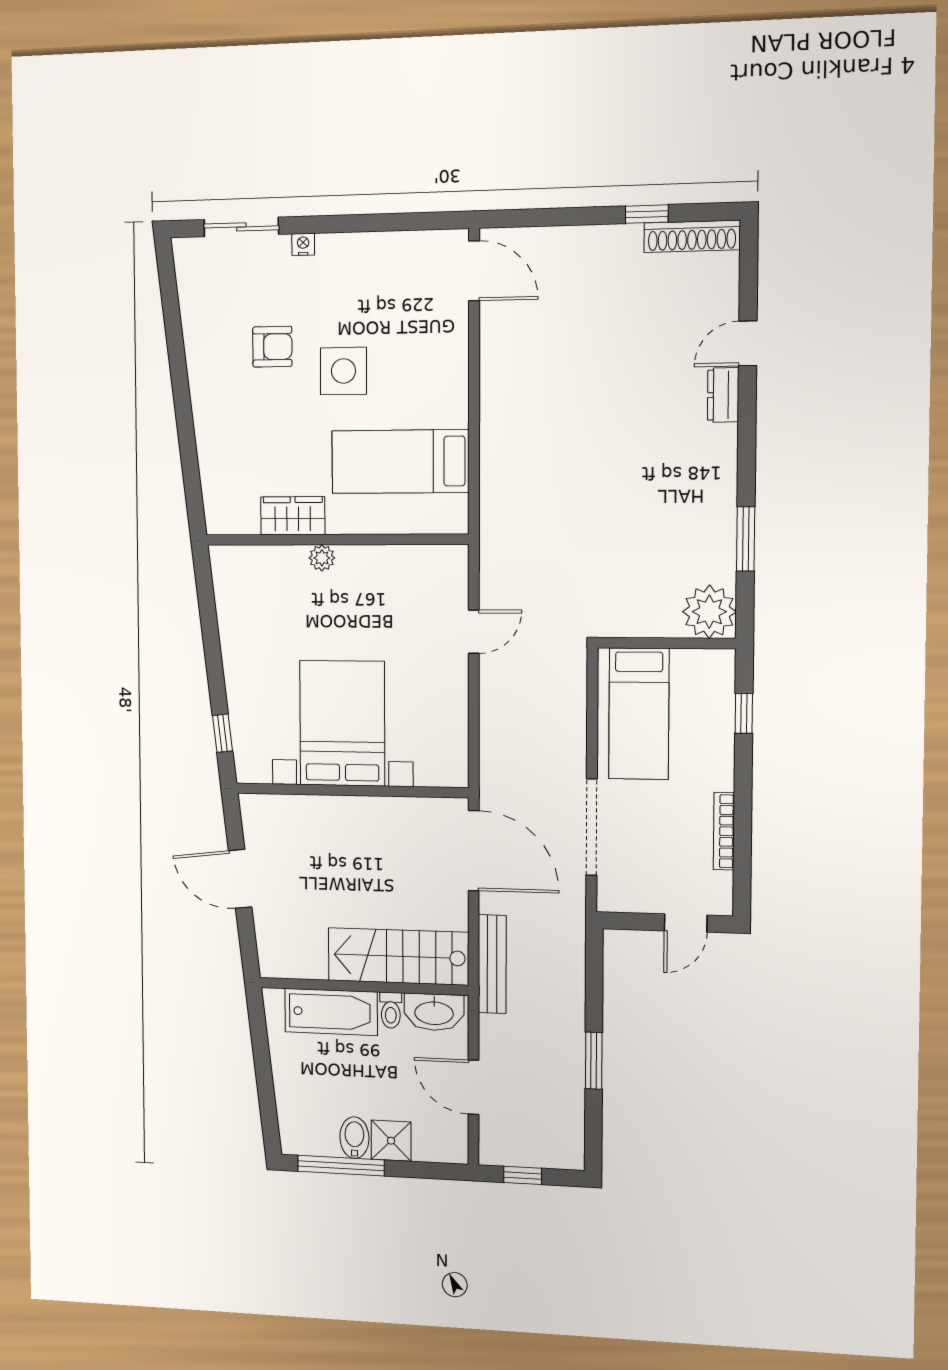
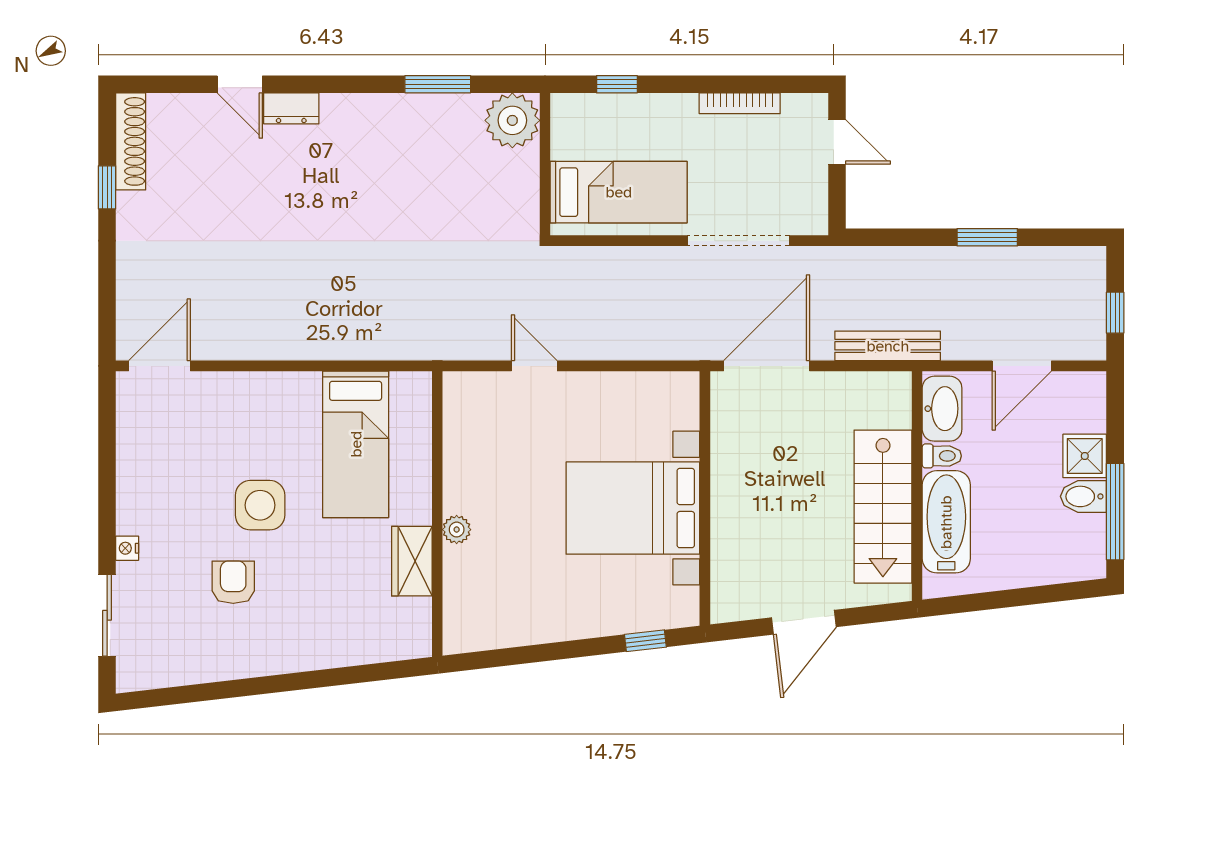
stairs: (398, 956) -> (883, 507), moved

